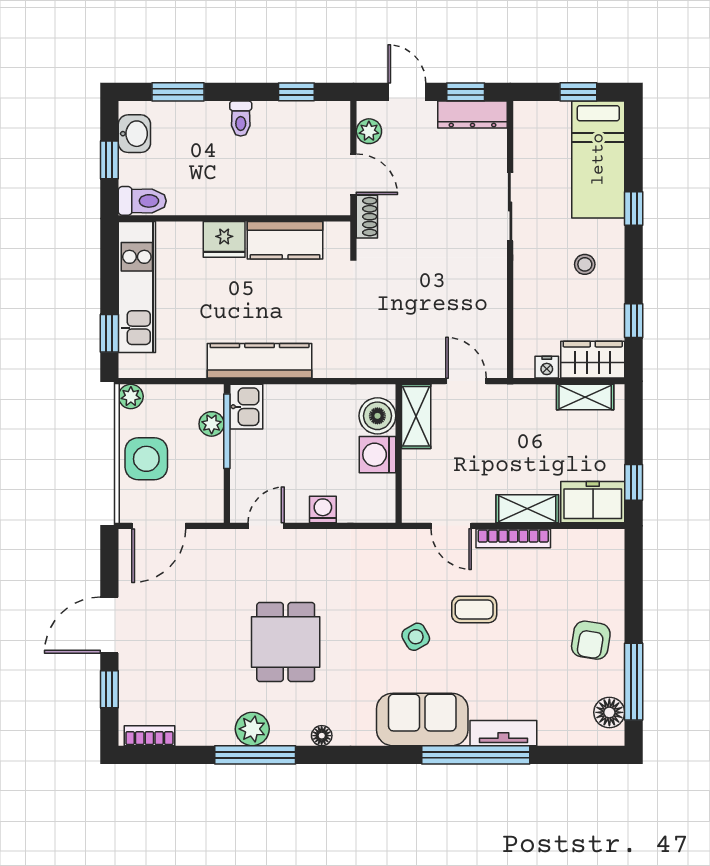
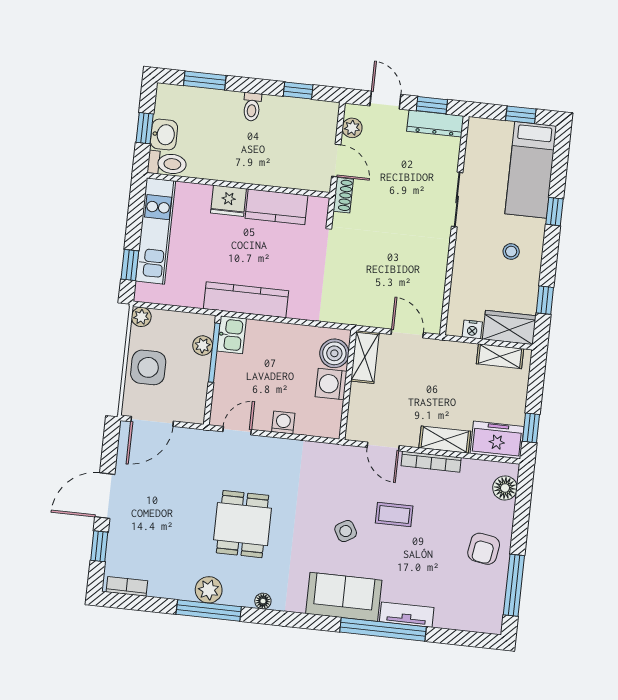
washbasin: (134, 134) -> (164, 135), moved
floor lamp: (609, 712) -> (505, 488), moved

